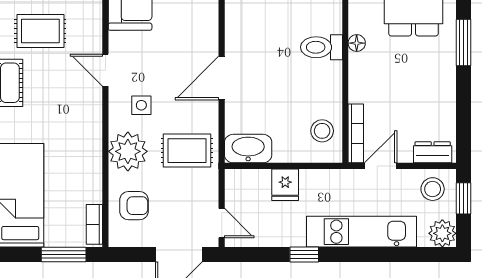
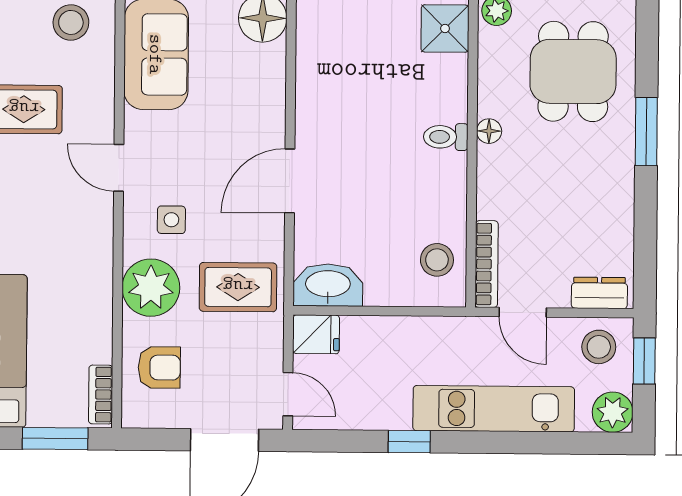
toilet: (322, 47) -> (446, 137), width x0.73, depth x0.72
door: (381, 166) -> (523, 312), swing flipped
fridge: (285, 185) -> (316, 334), moved, turned -90

